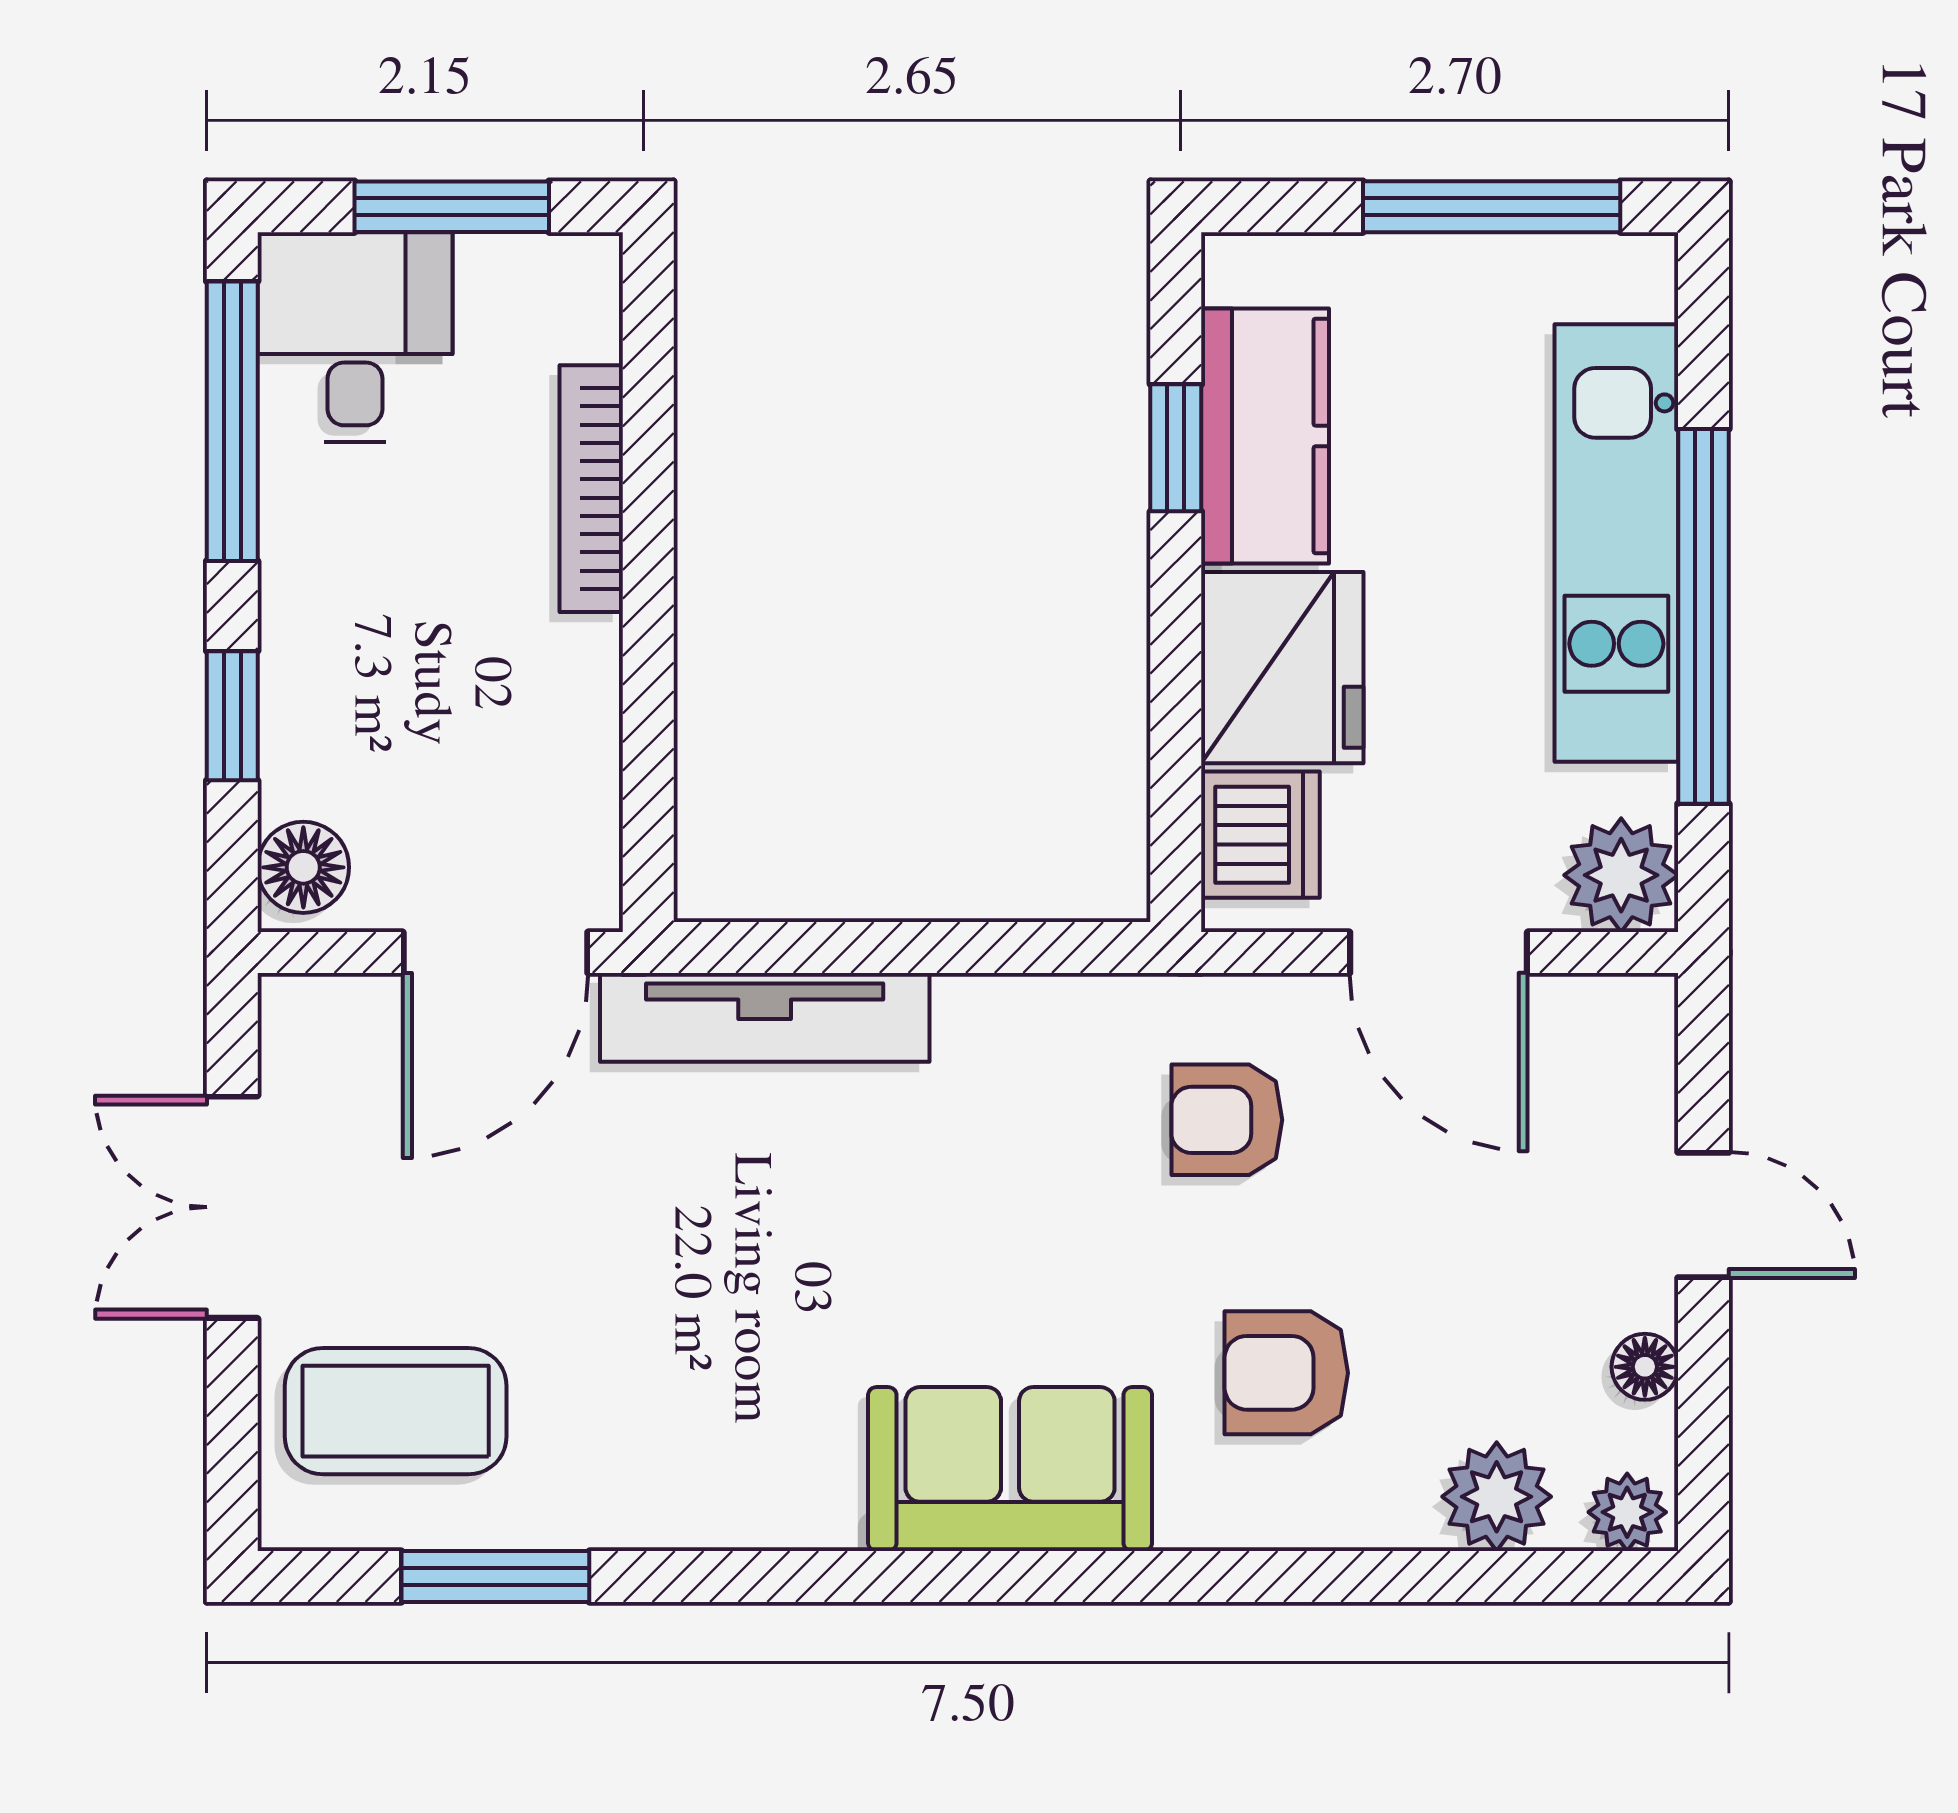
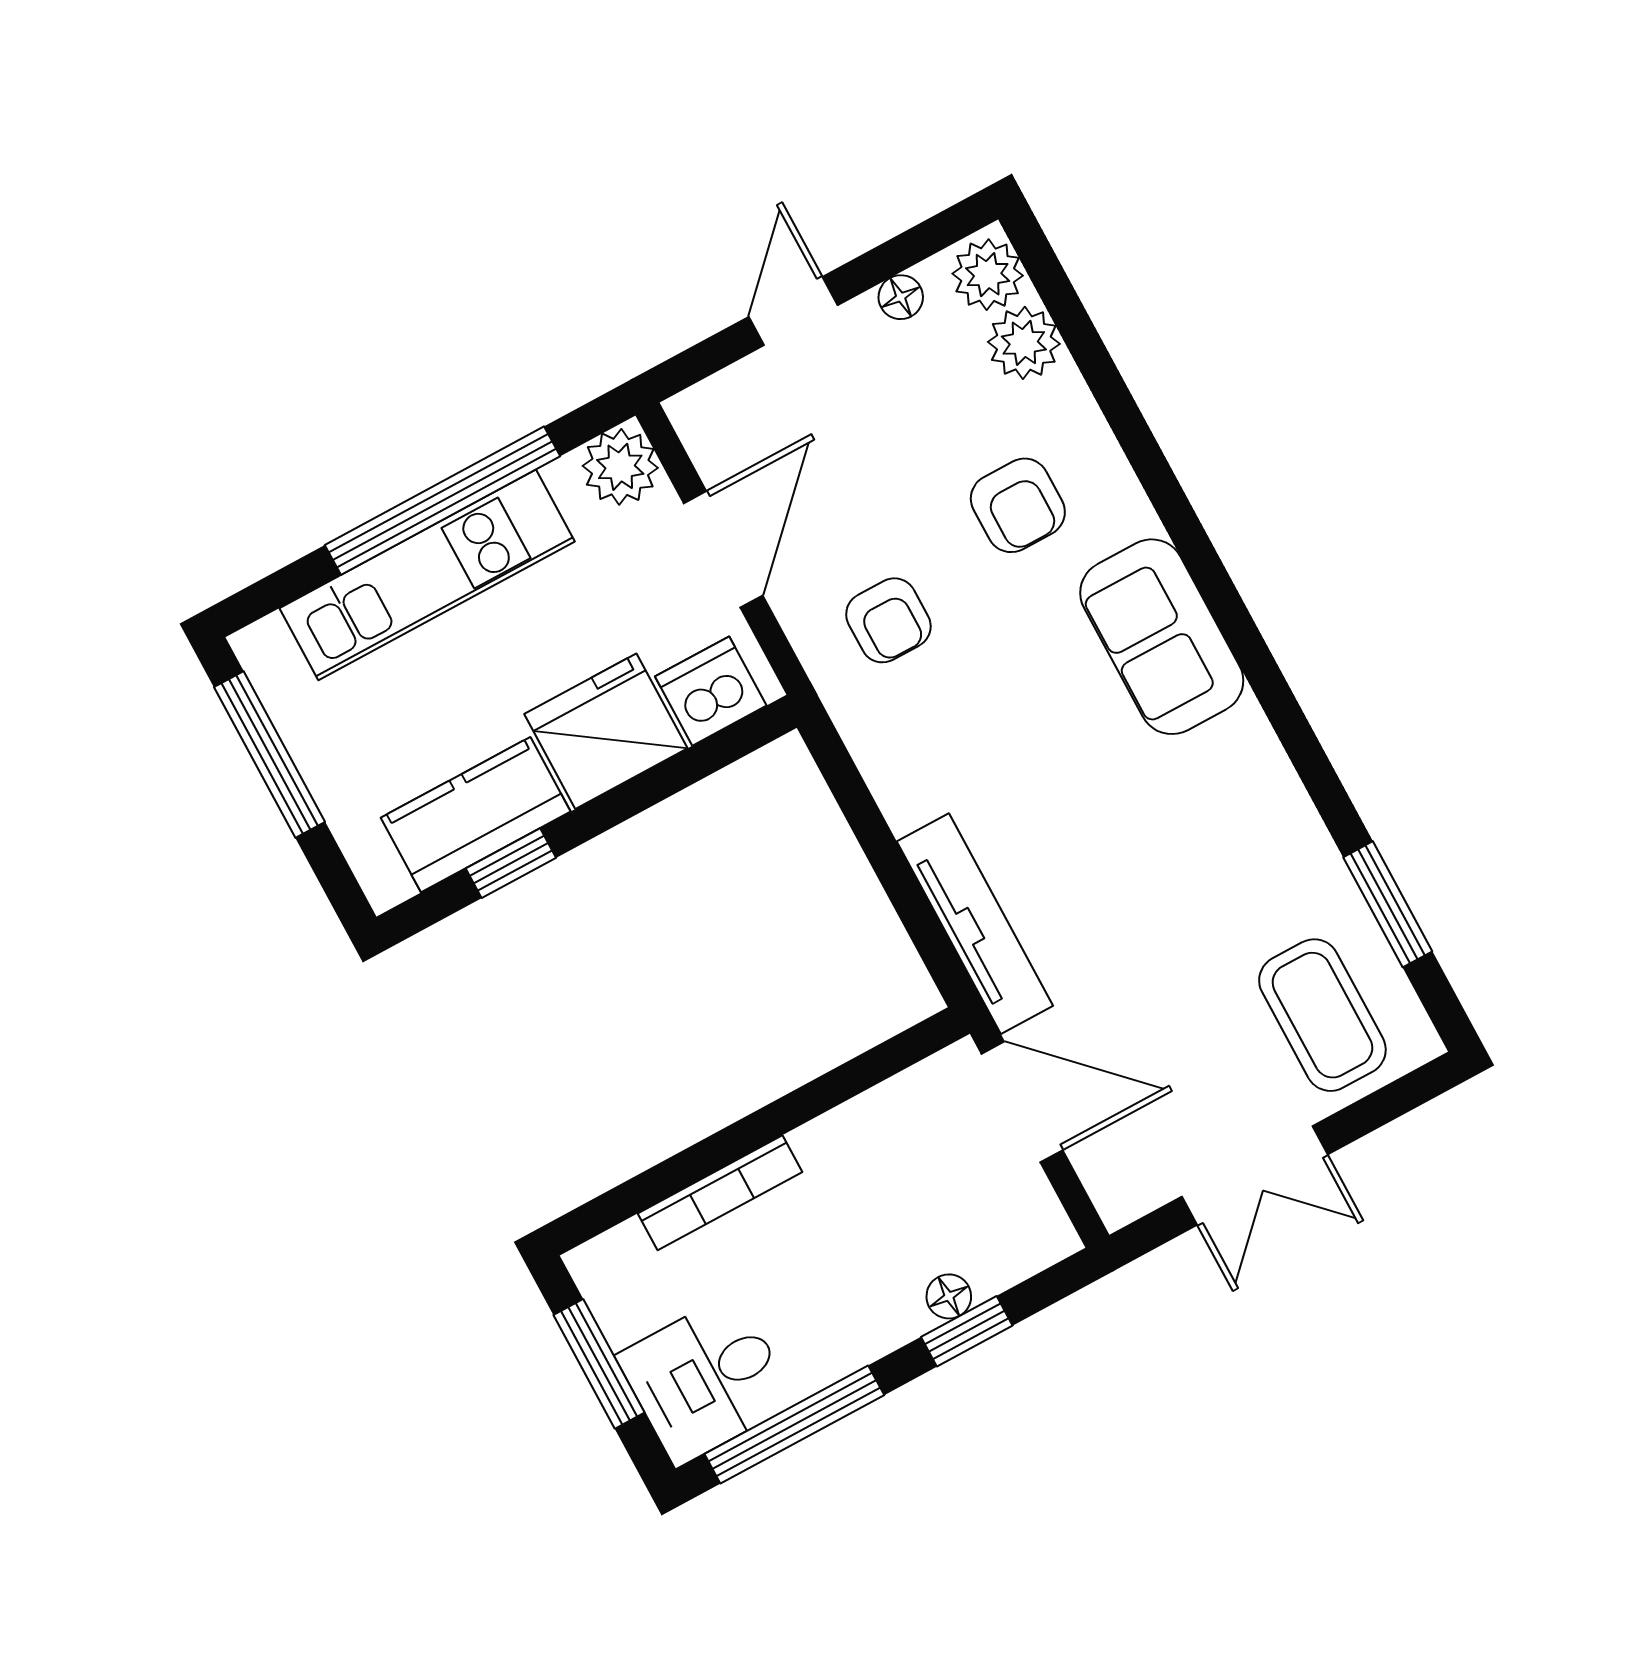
floor lamp: (303, 867) -> (949, 1296), moved, width x0.73, depth x0.73
plant: (1627, 1512) -> (988, 275), width x1.38, depth x1.38

